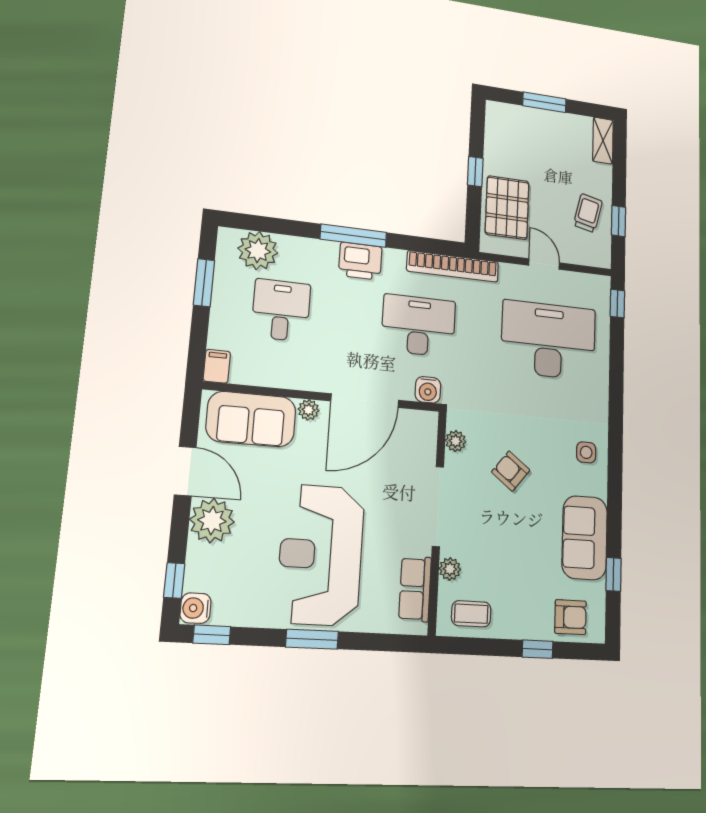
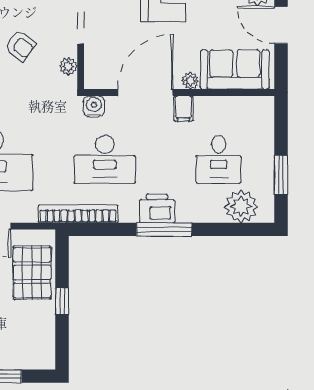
filing cabinet: (217, 366) -> (183, 109), moved

